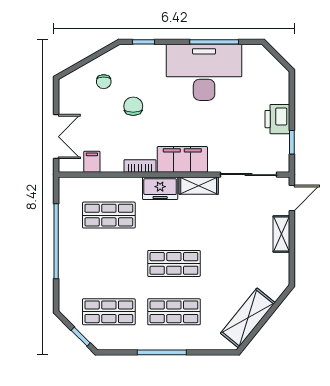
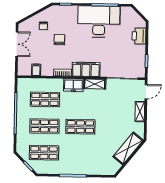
printer: (277, 119) -> (139, 36), moved
double door: (56, 137) -> (17, 44), moved
shop shelf: (174, 312) -> (44, 126), moved
shelving: (248, 318) -> (128, 148), moved

